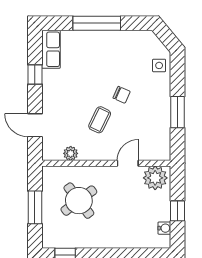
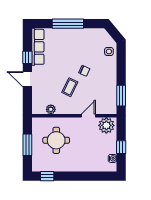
row of seats: (51, 49) -> (38, 47), width x1.48
window: (177, 112) -> (121, 96), moved
door: (35, 125) -> (27, 79), moved
round table: (79, 201) -> (56, 140), turned 37

